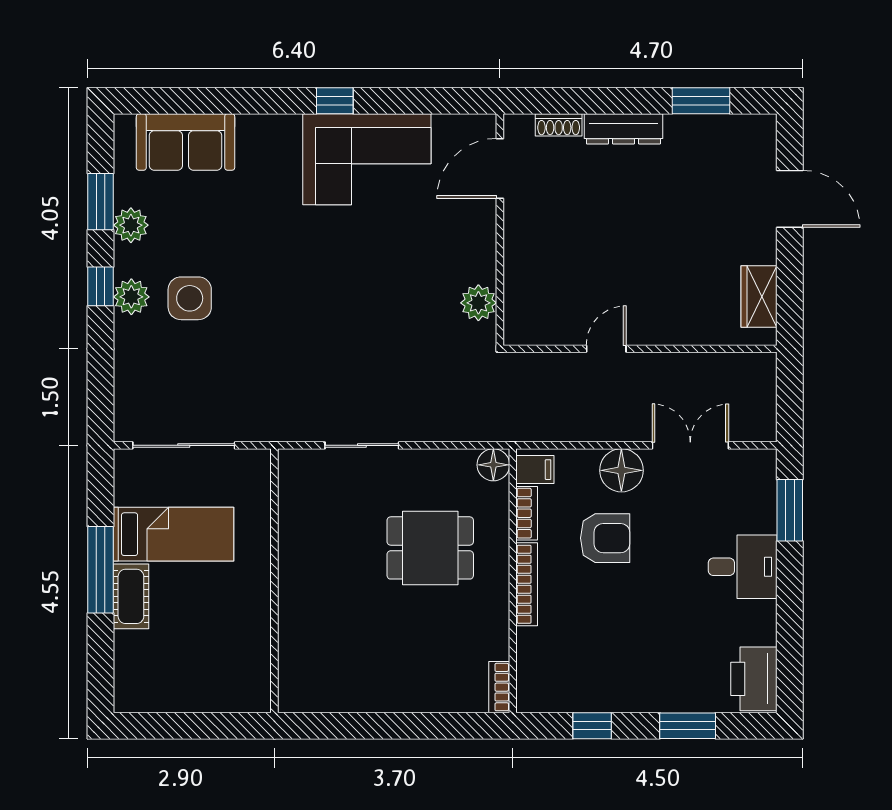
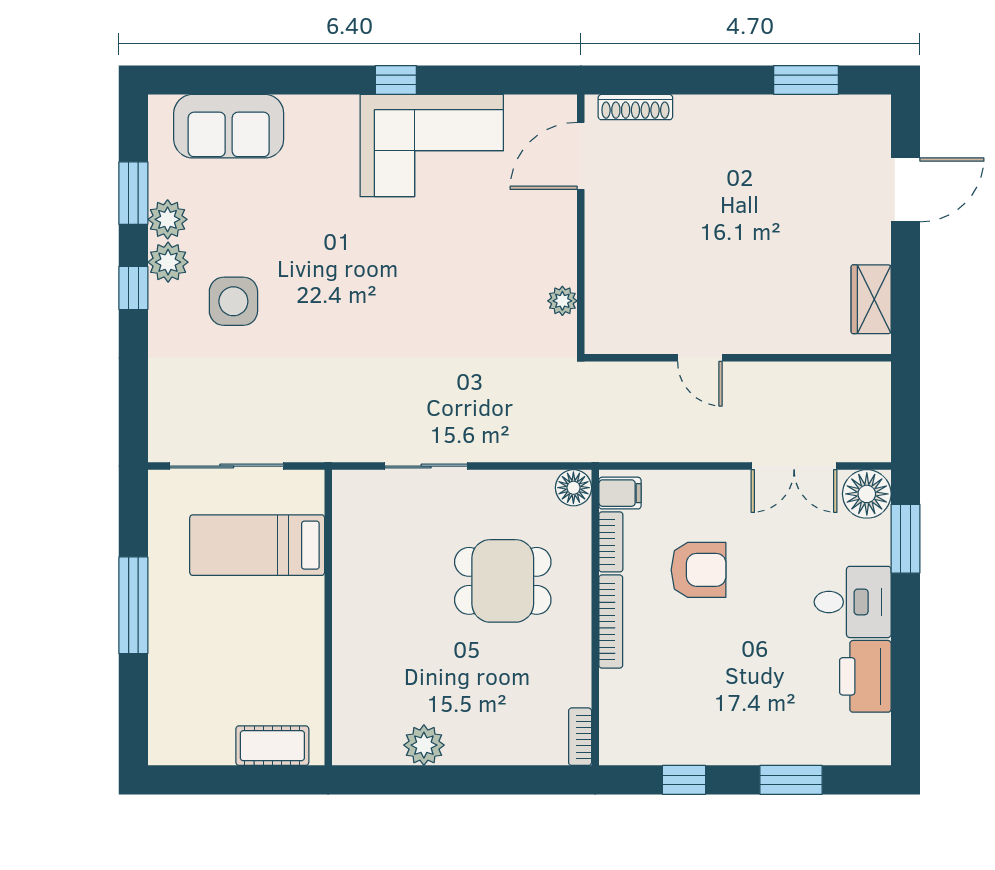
shoe rack: (559, 125) -> (635, 107), width x1.43
dresser: (623, 129) -> (719, 111), removed
door: (790, 199) -> (906, 190), hinge flipped
plant: (131, 297) -> (168, 262), moved
plant: (478, 303) -> (562, 301), width x0.73, depth x0.73
door: (606, 349) -> (700, 358), swing flipped
double door: (690, 445) -> (794, 466), swing flipped
floor lamp: (621, 470) -> (867, 494), moved
bed: (174, 534) -> (257, 545), moved, turned 180
cot: (131, 596) -> (272, 746), moved, turned 90
printer: (754, 679) -> (865, 676), moved
plant: (360, 695) -> (424, 745), added

